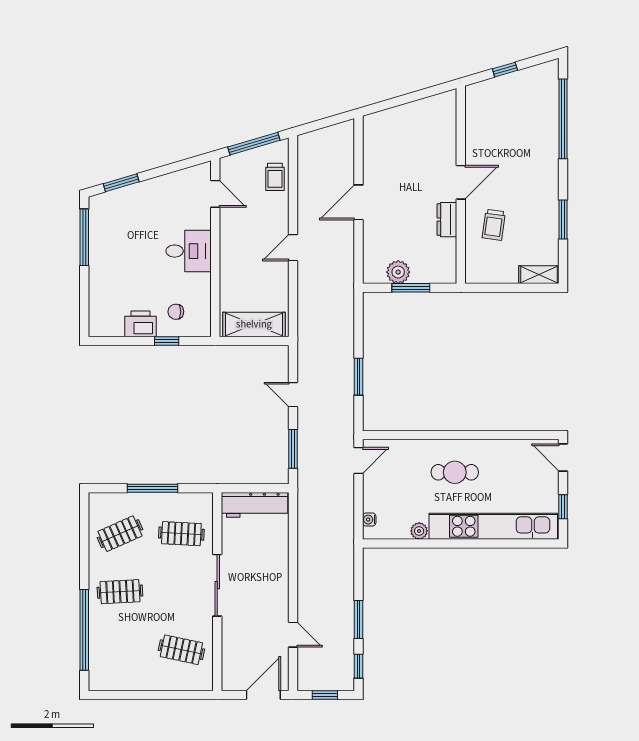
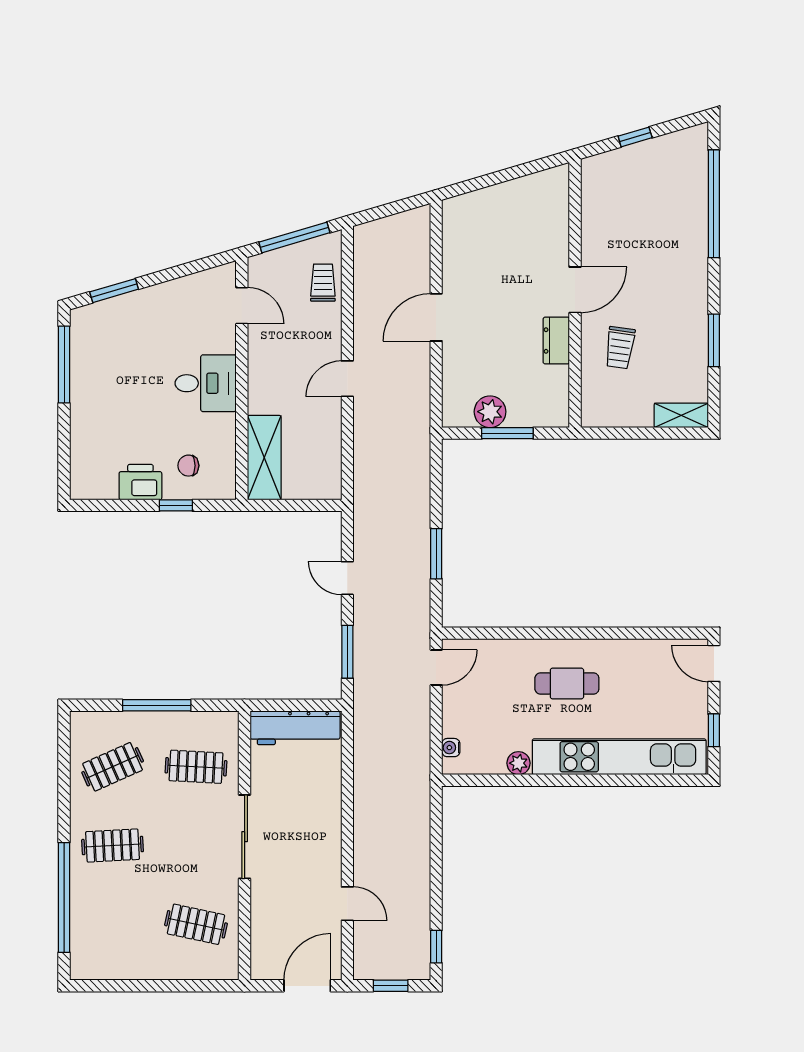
trolley: (275, 177) -> (323, 283), turned 180
shelving: (254, 324) -> (264, 458), moved, turned 90
window: (358, 620) -> (436, 883), removed

